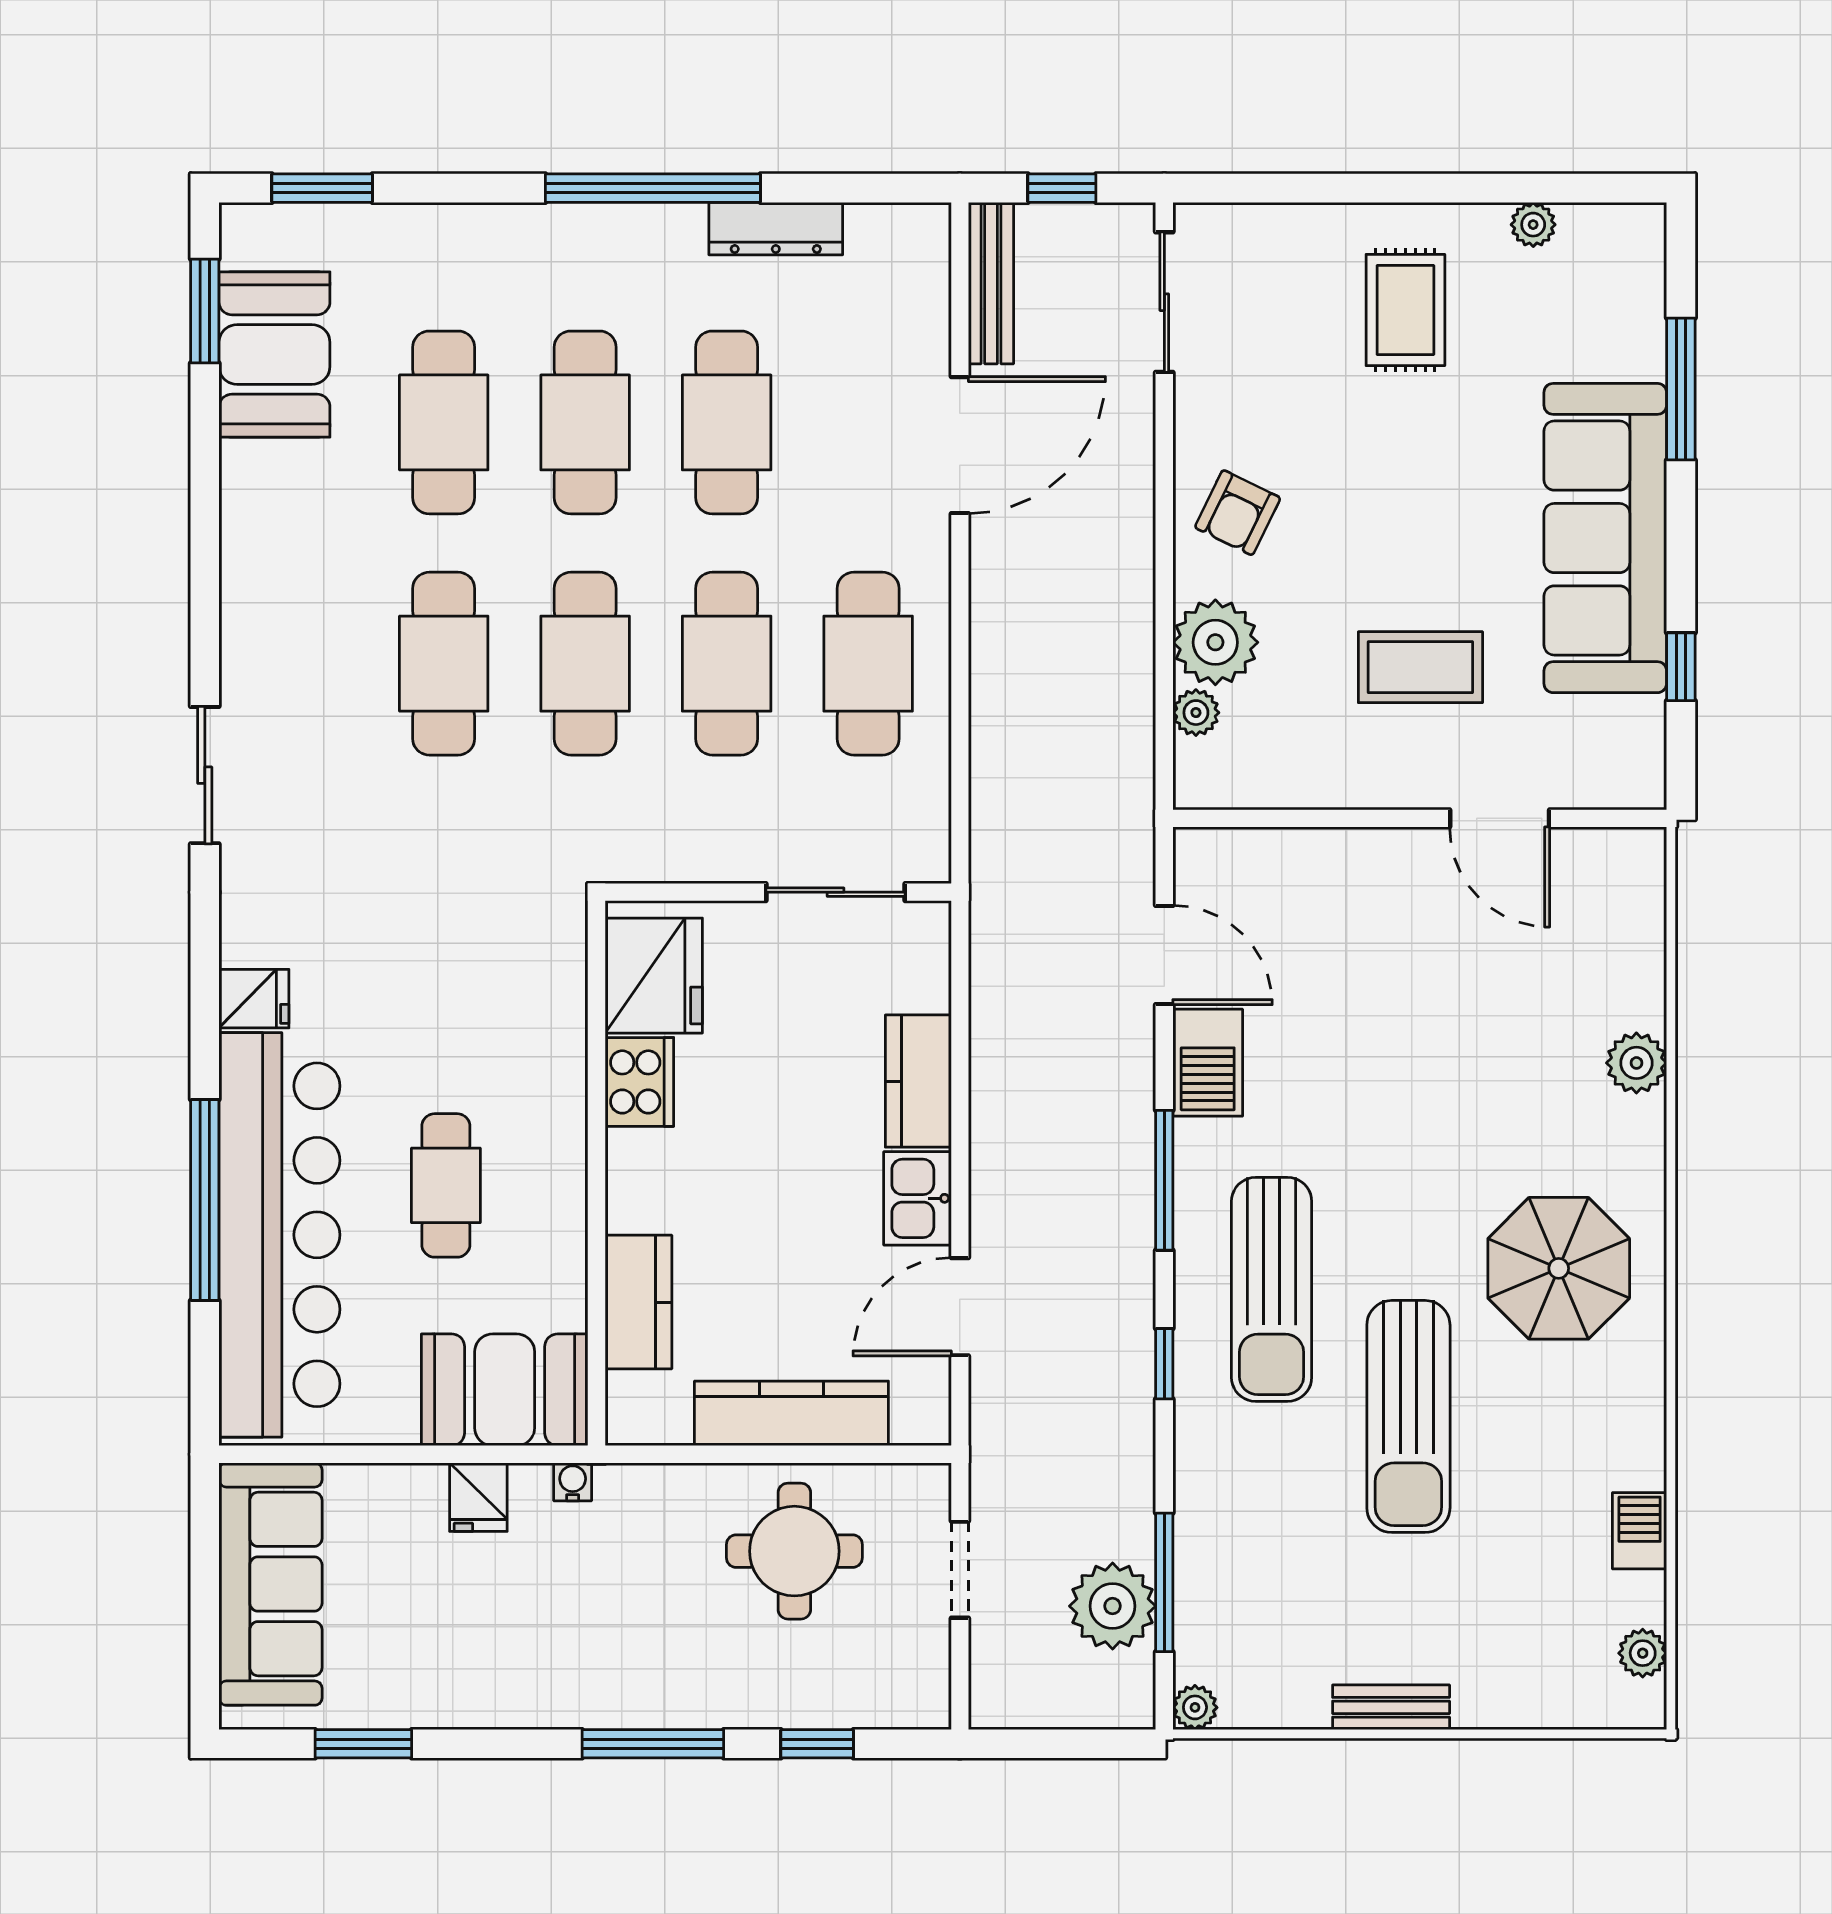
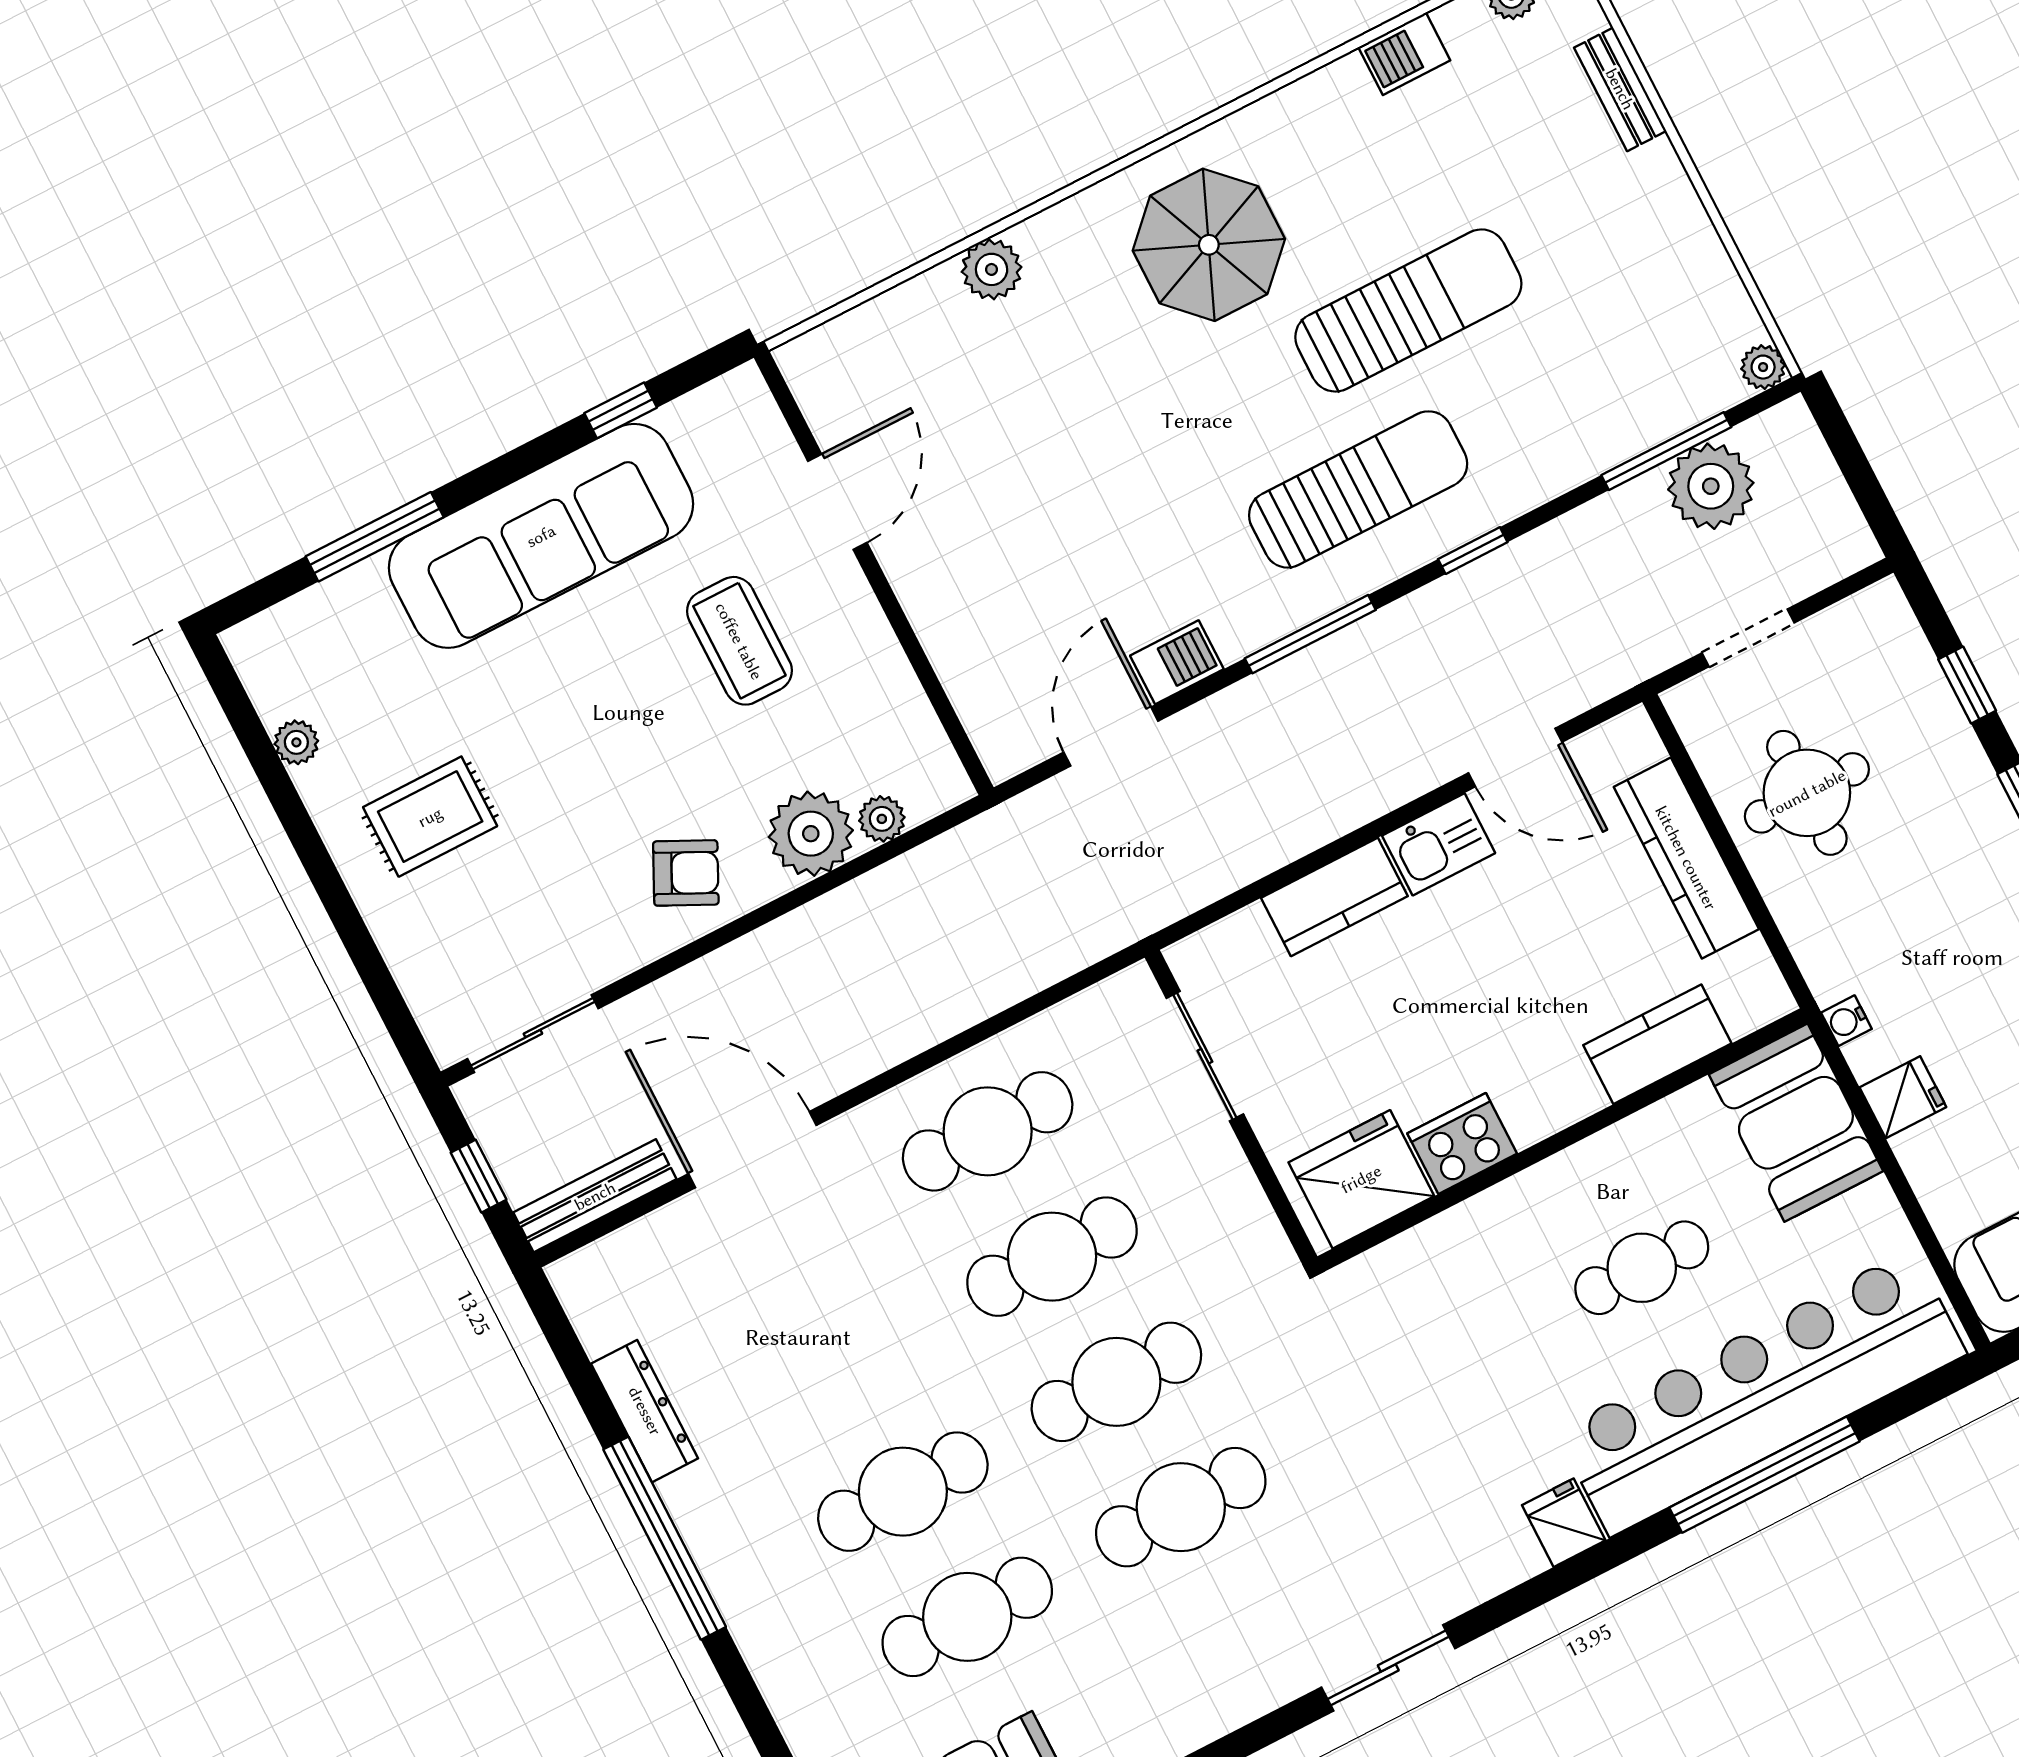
cafe table: (727, 422) -> (838, 1366), removed
barbecue: (1208, 1063) -> (1177, 662), width x0.73, depth x0.79
bench: (1391, 1707) -> (1620, 89), moved

